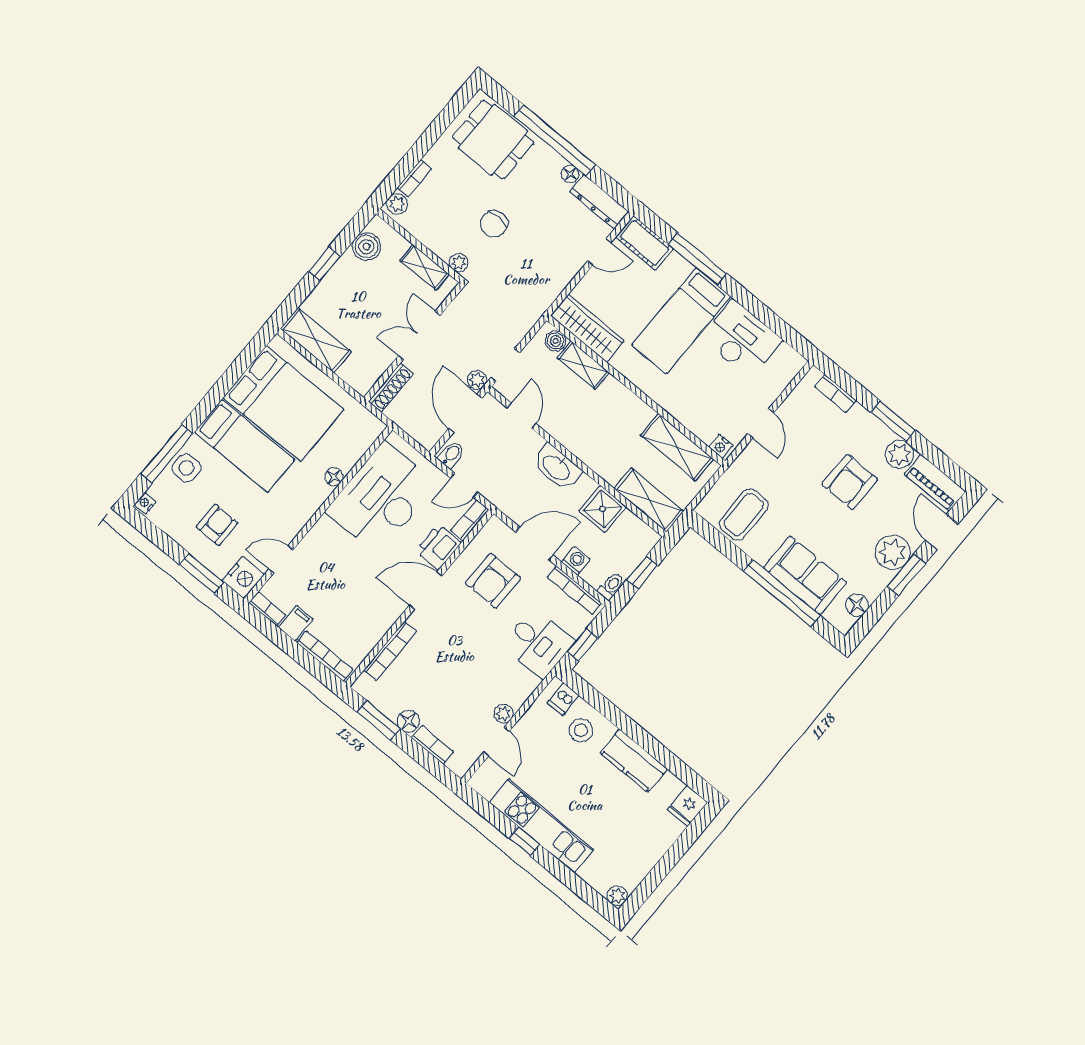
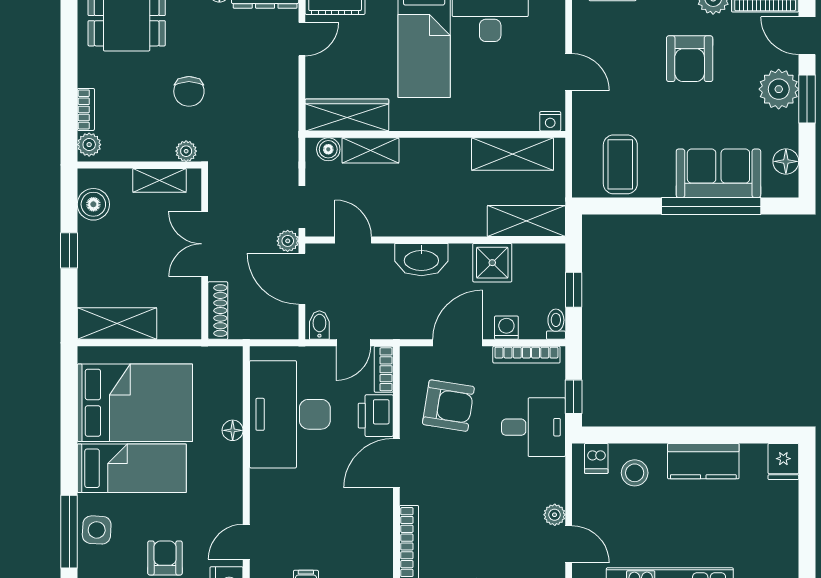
armchair: (493, 581) -> (448, 406), turned -81

